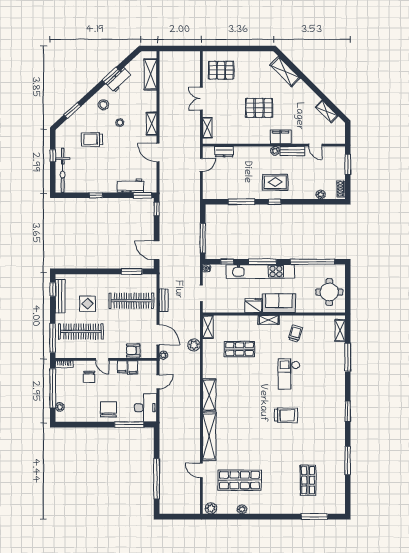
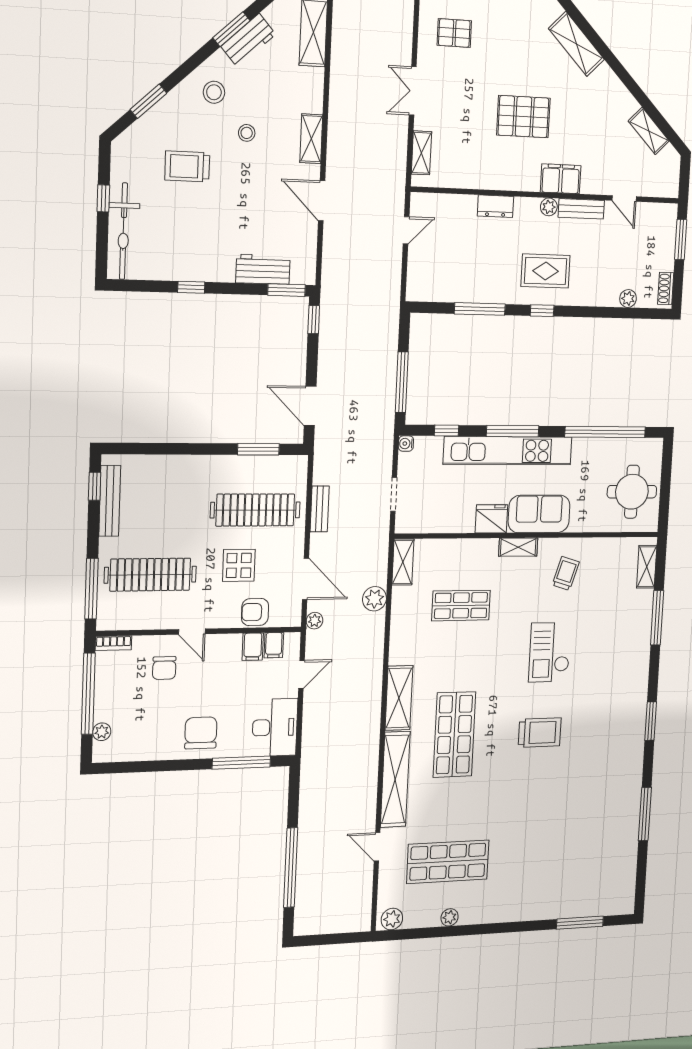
pallet: (221, 70) -> (454, 33), width x0.67, depth x0.71
dresser: (224, 152) -> (495, 206), moved
display table: (87, 304) -> (239, 565), moved
filing cabinet: (122, 367) -> (274, 645), moved
shop shelf: (308, 480) -> (454, 735), moved, width x1.43, depth x1.36

